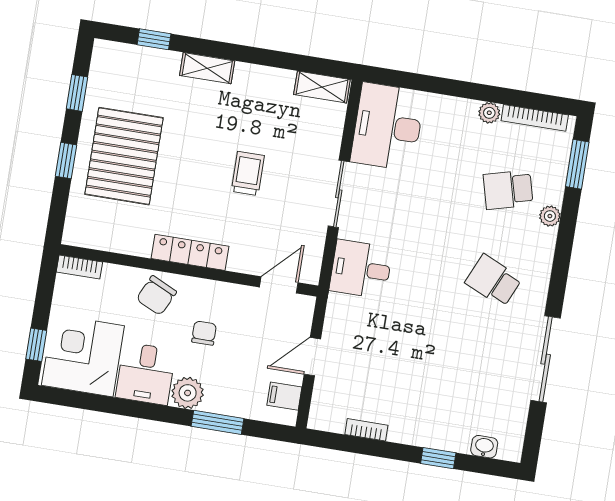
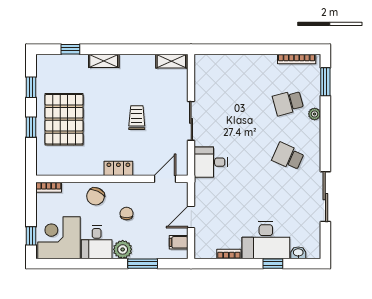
plant: (489, 113) -> (270, 60), removed
desk: (388, 127) -> (266, 240), moved, turned -90
locker: (190, 252) -> (118, 168), width x0.66

